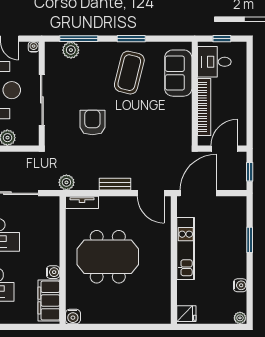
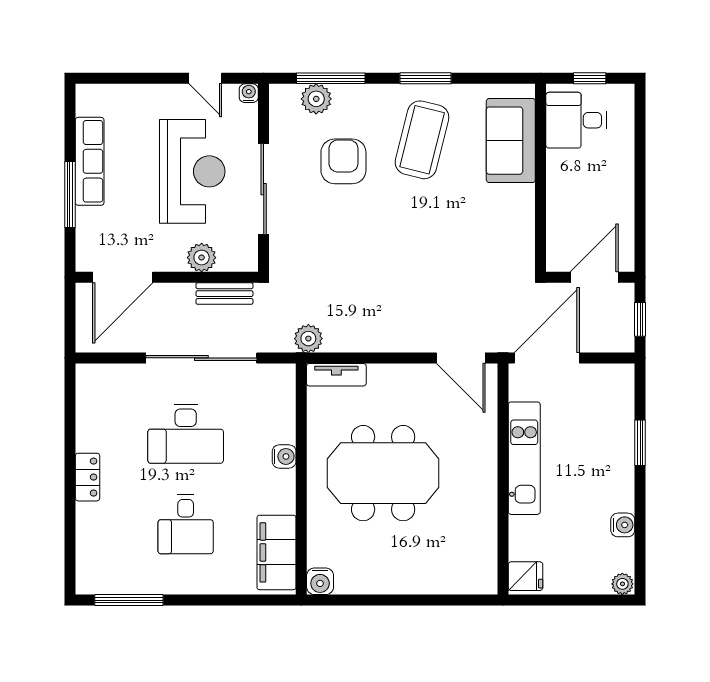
bookcase: (204, 107) -> (558, 202), removed
armchair: (92, 122) -> (343, 161), moved
bench: (115, 184) -> (224, 294), moved
water cooler: (53, 272) -> (284, 456), moved

